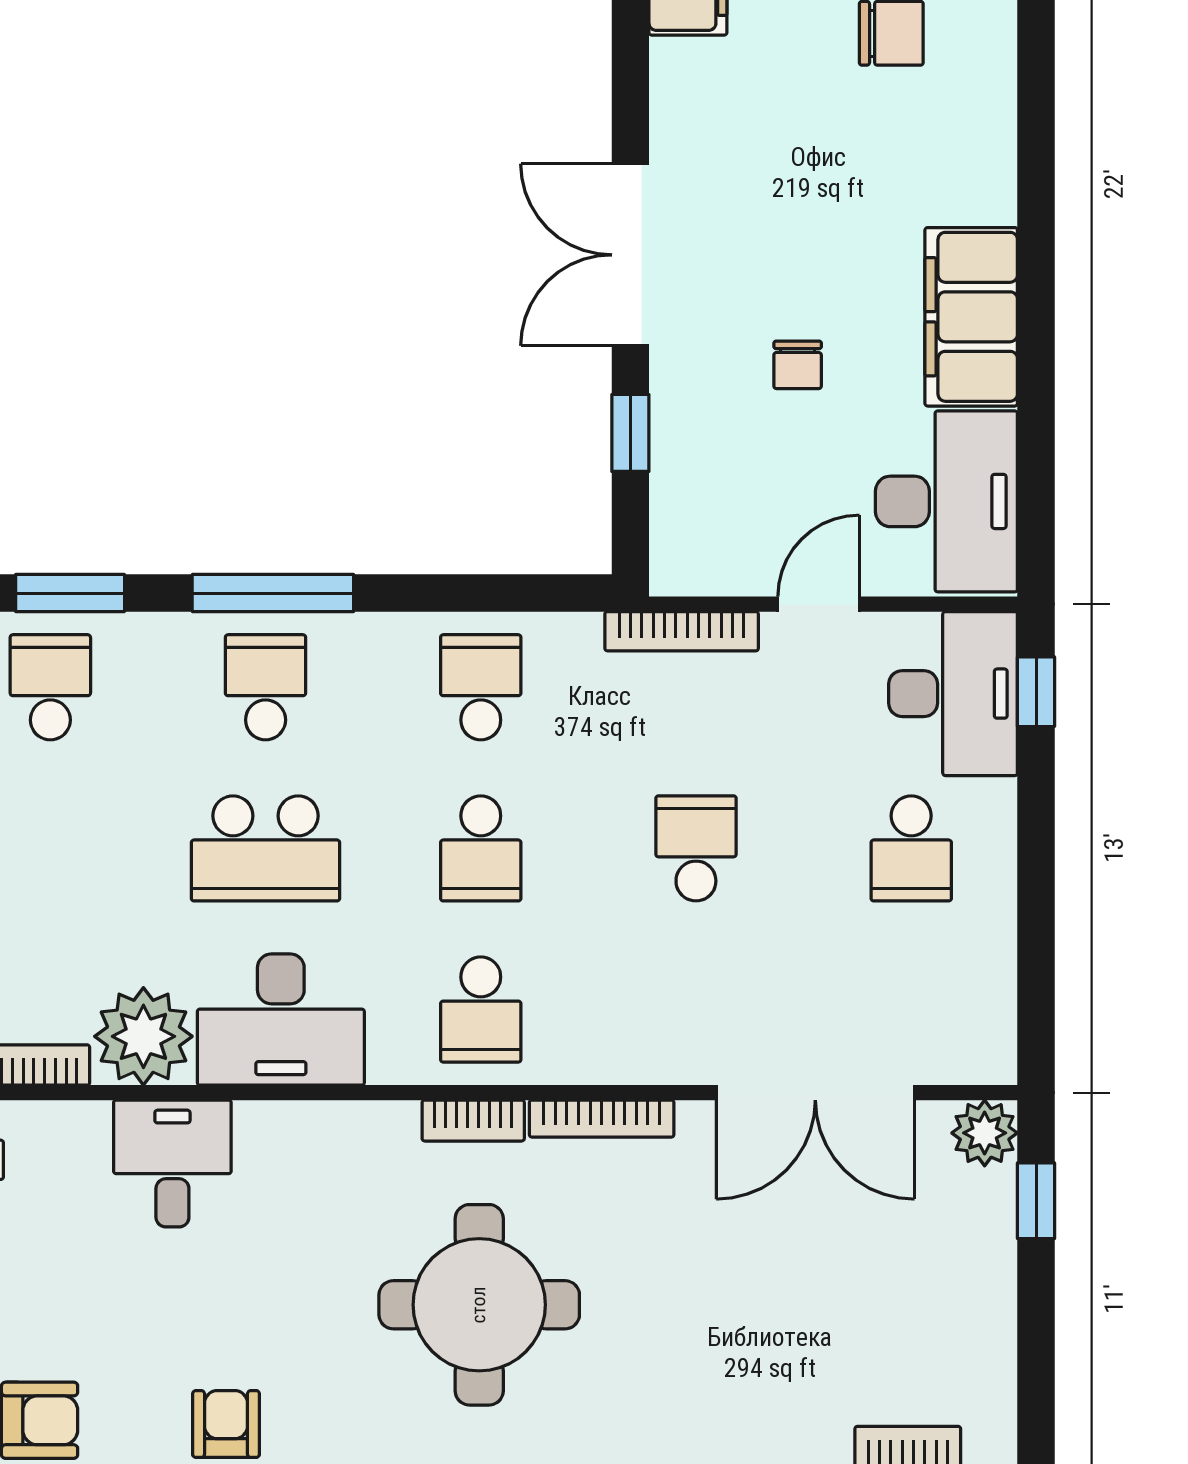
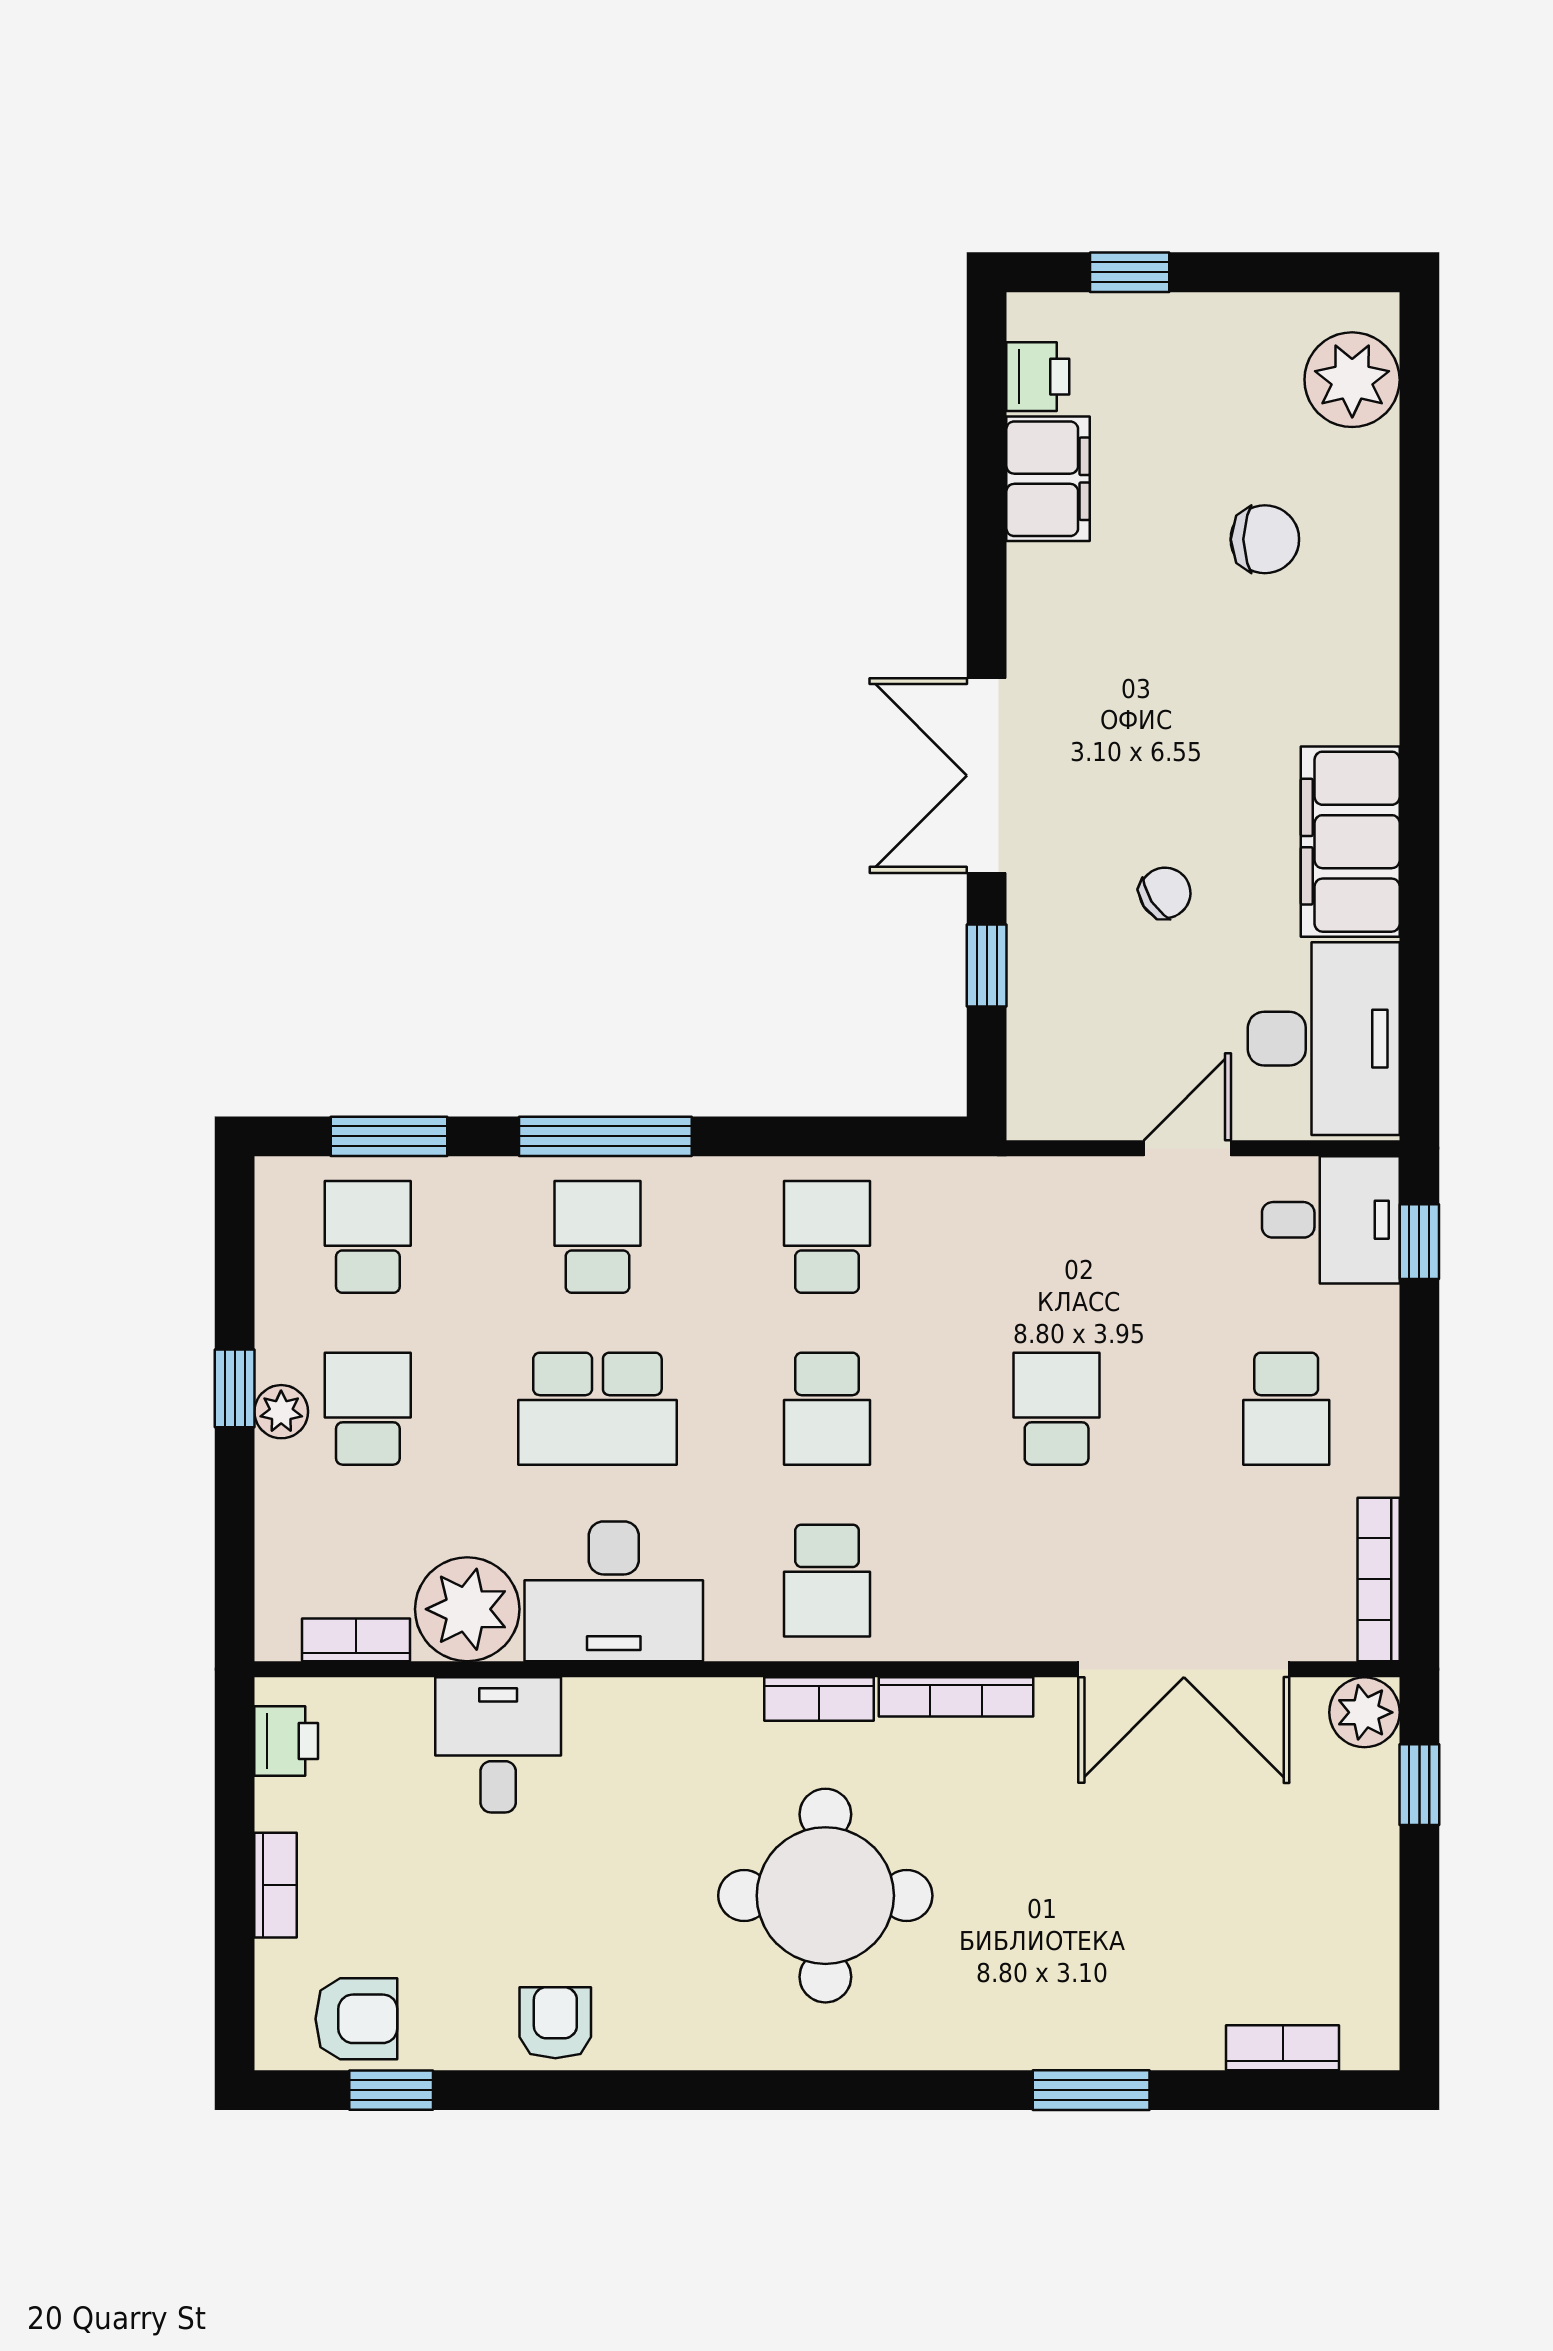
chair: (798, 365) -> (1165, 893), turned -123
bookcase: (682, 631) -> (1379, 1579), moved, turned 90
desk: (953, 694) -> (1331, 1220), width x0.73
school desk: (50, 848) -> (368, 1409), added

